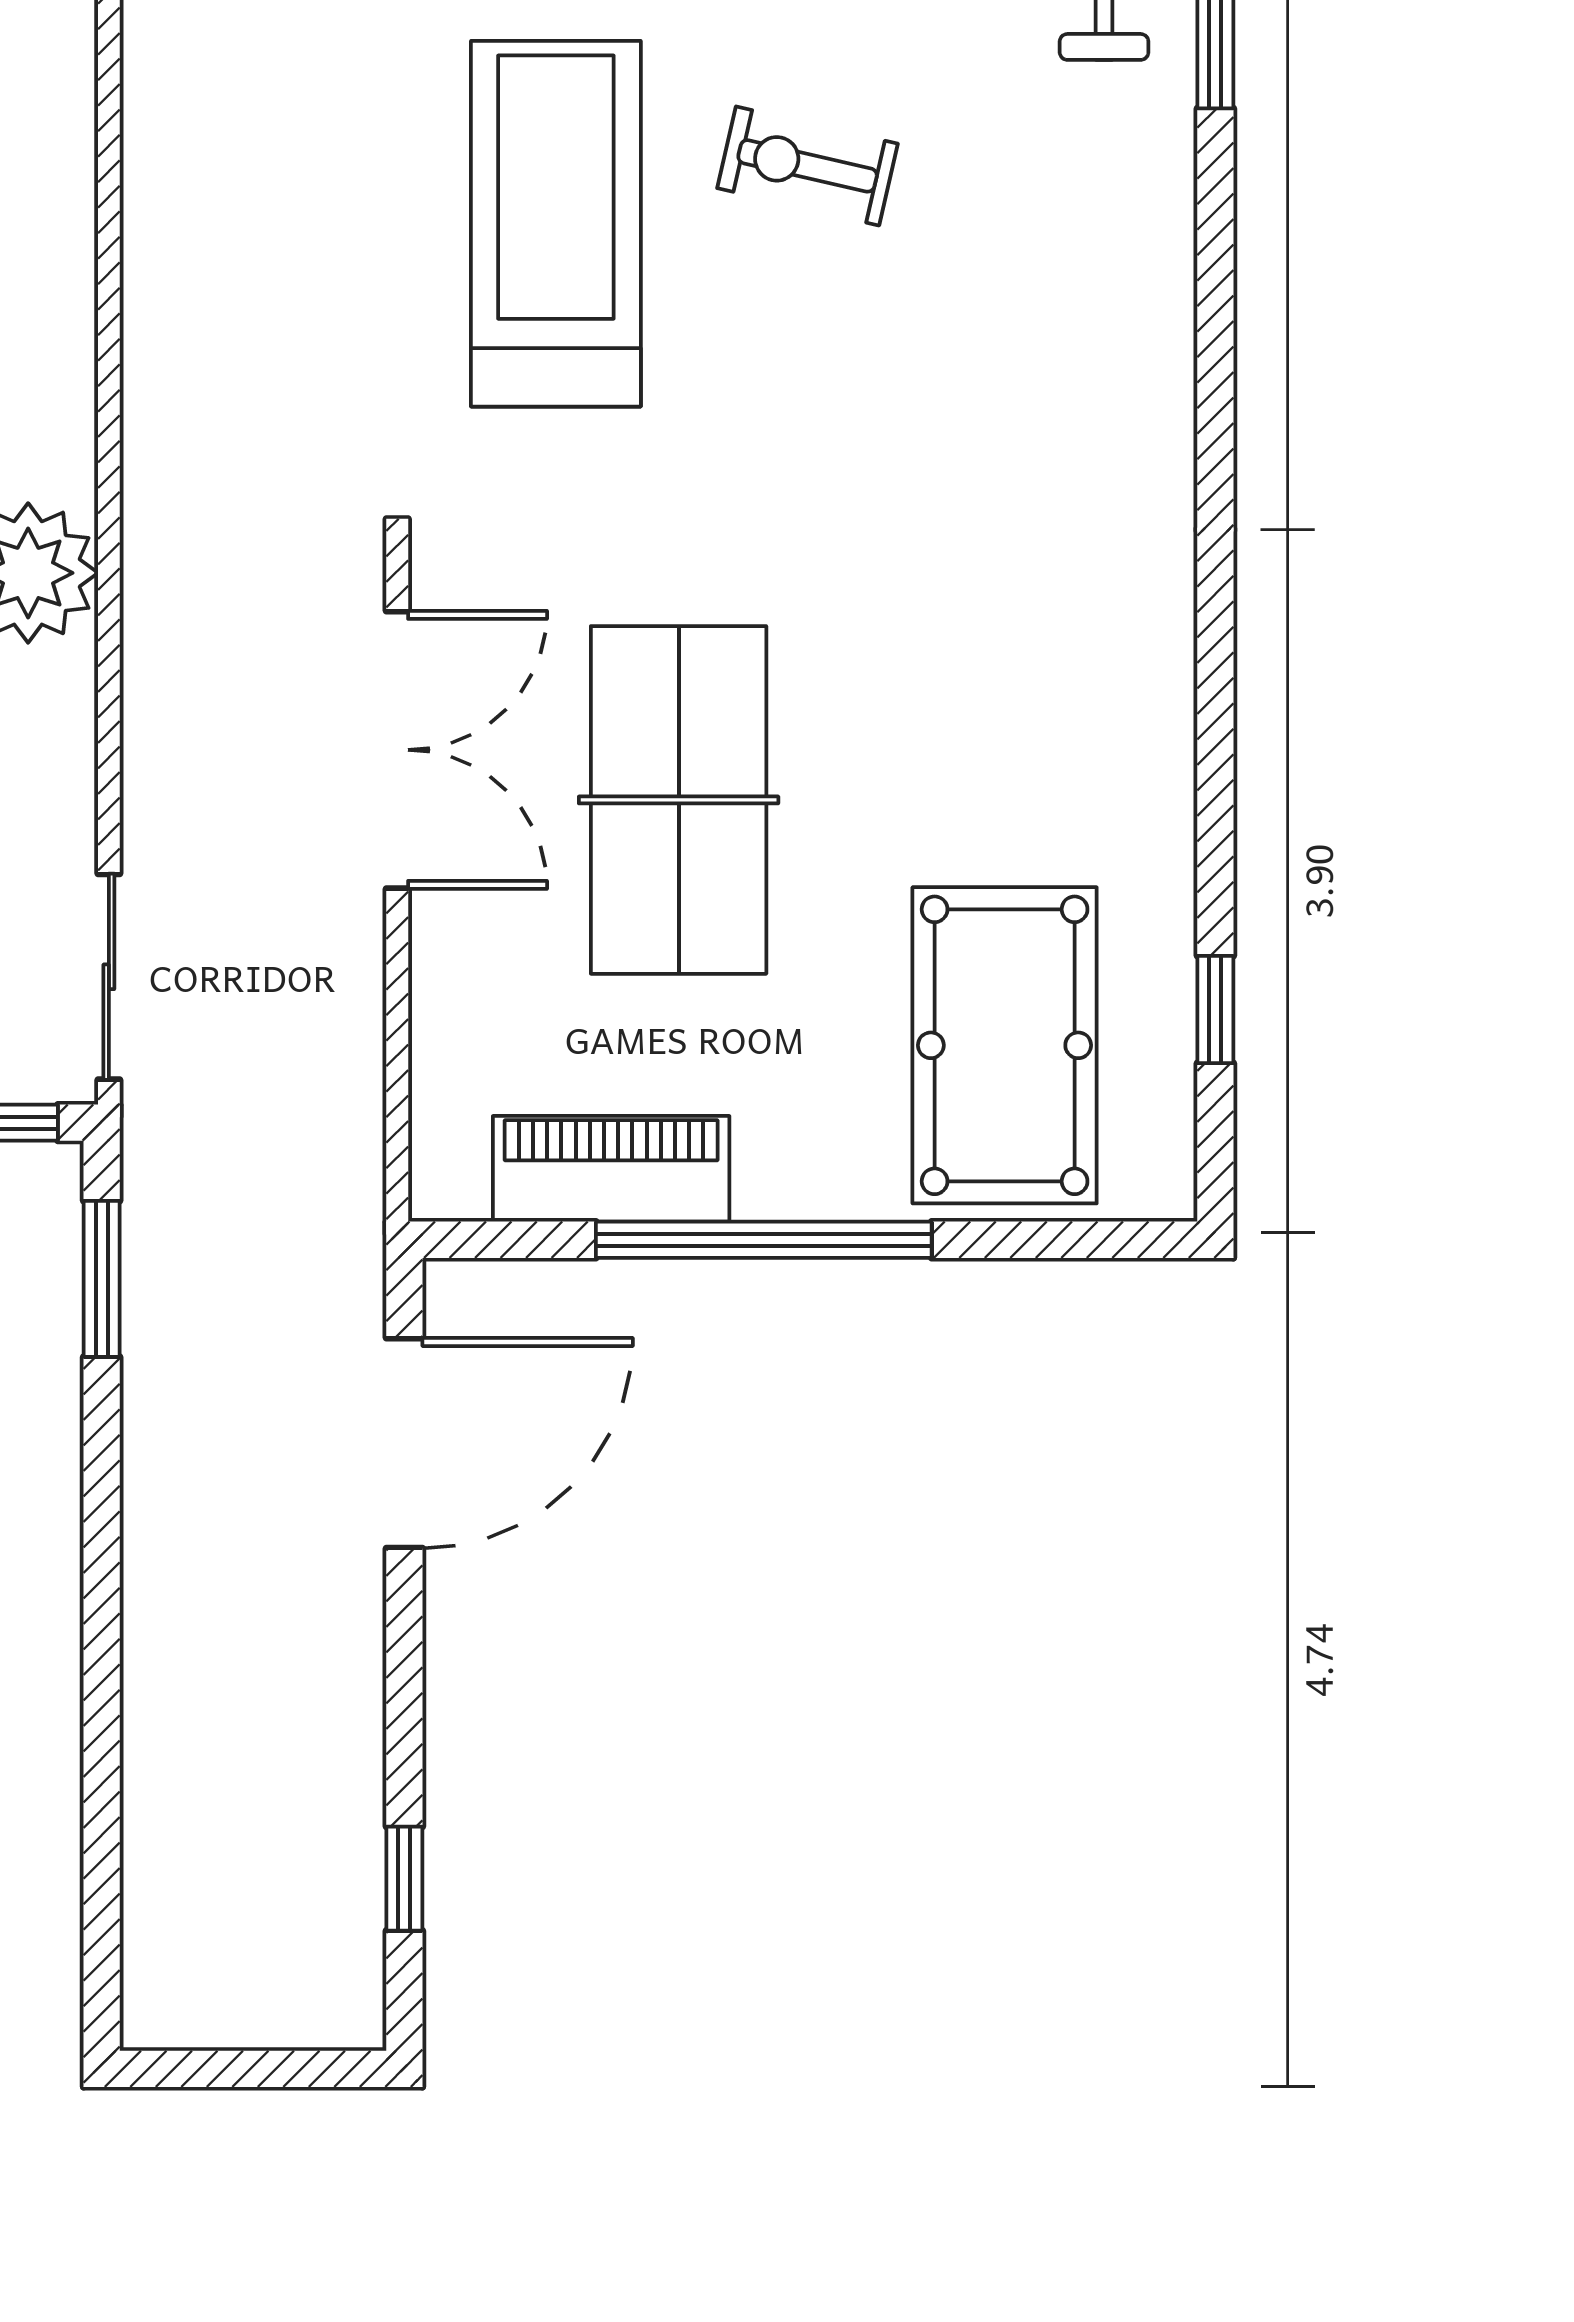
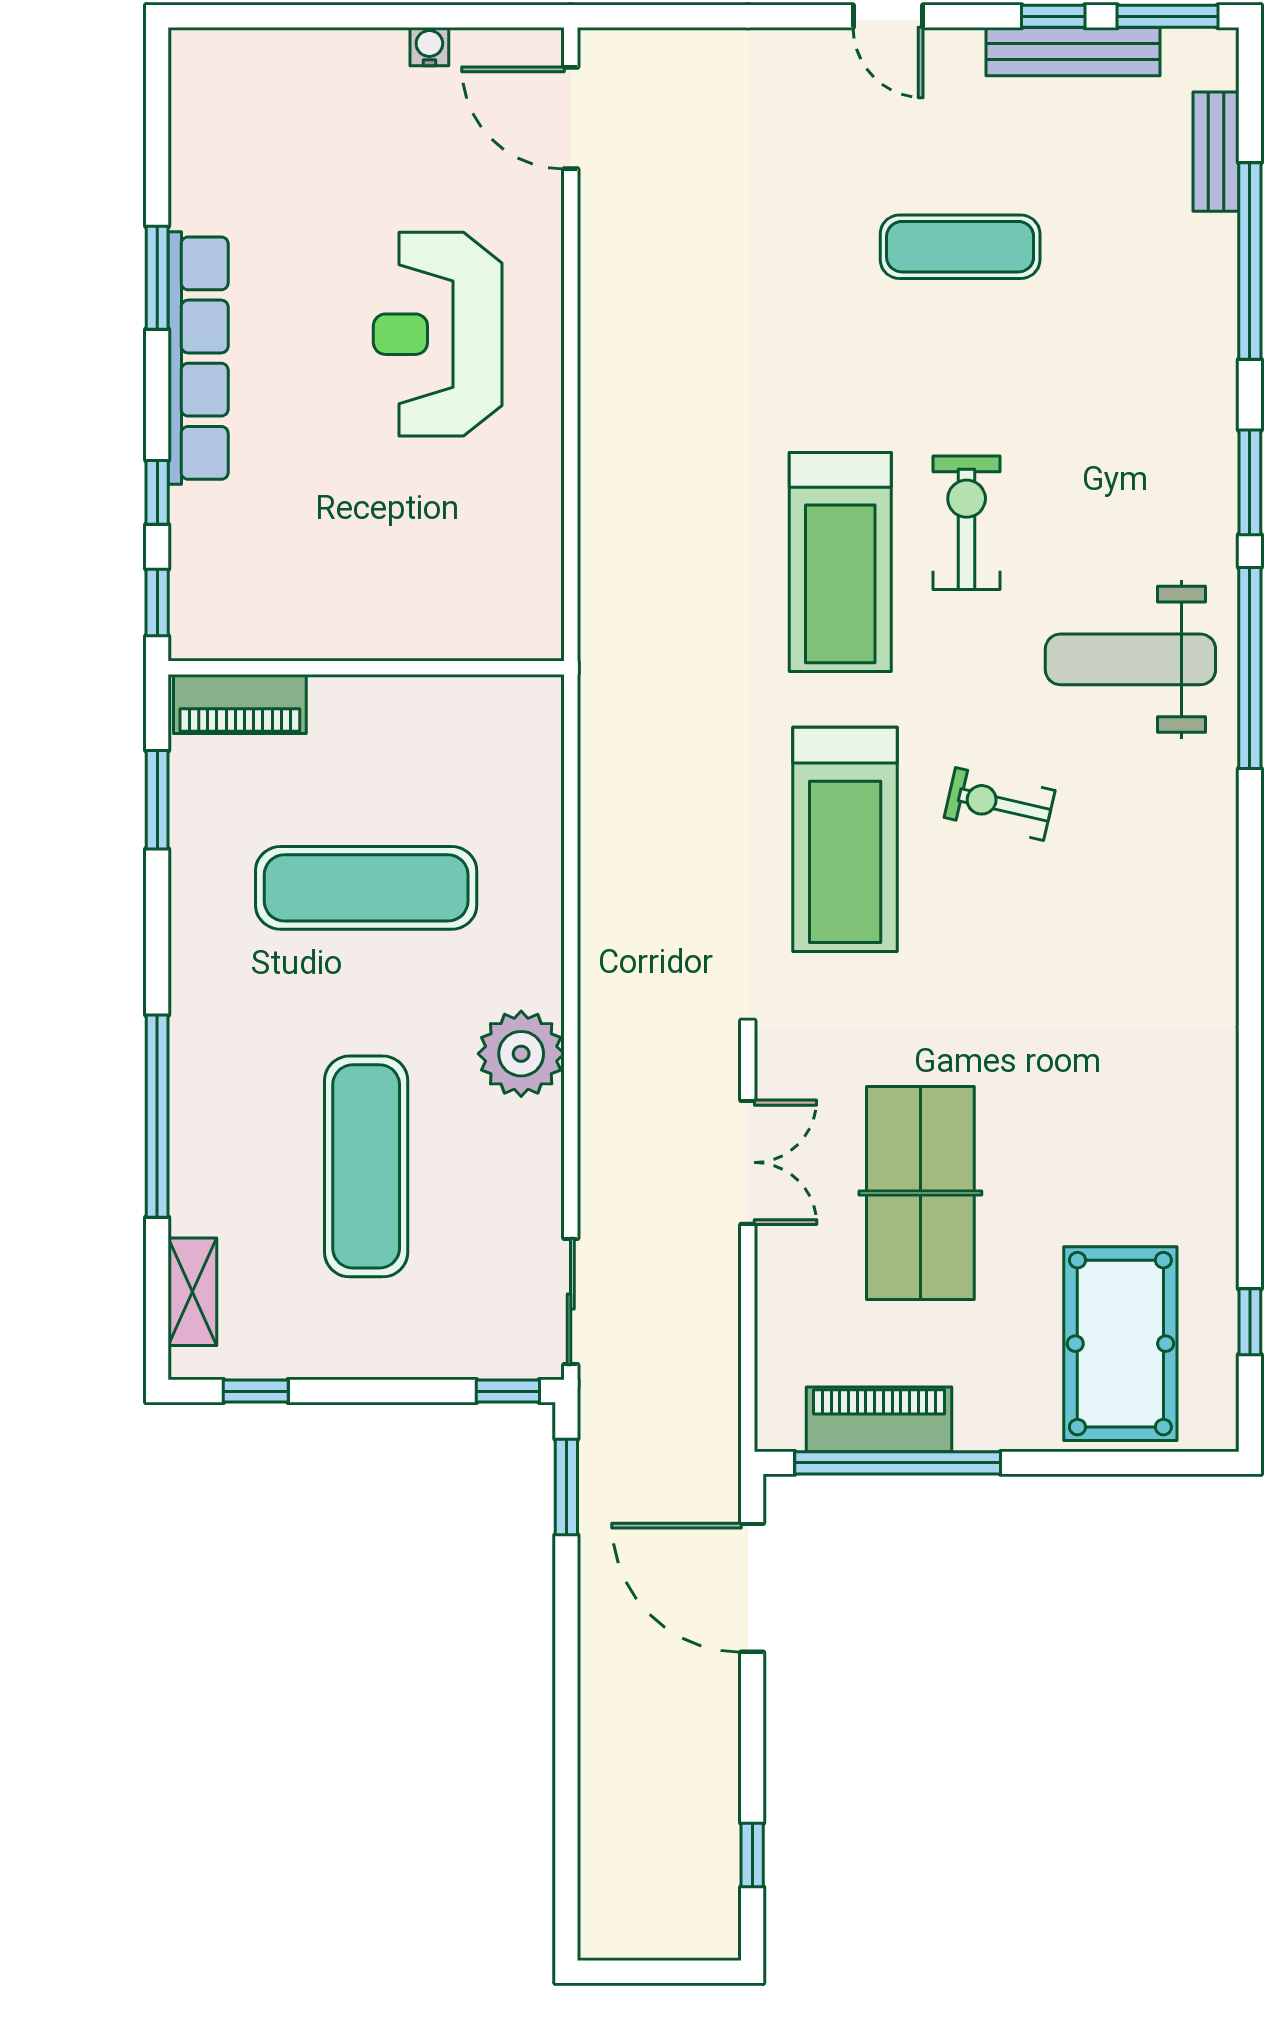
treadmill: (556, 224) -> (845, 839), turned 180
double door: (397, 750) -> (748, 1162), width x0.73
window: (764, 1240) -> (898, 1463), moved
door: (404, 1443) -> (752, 1588), swing flipped

